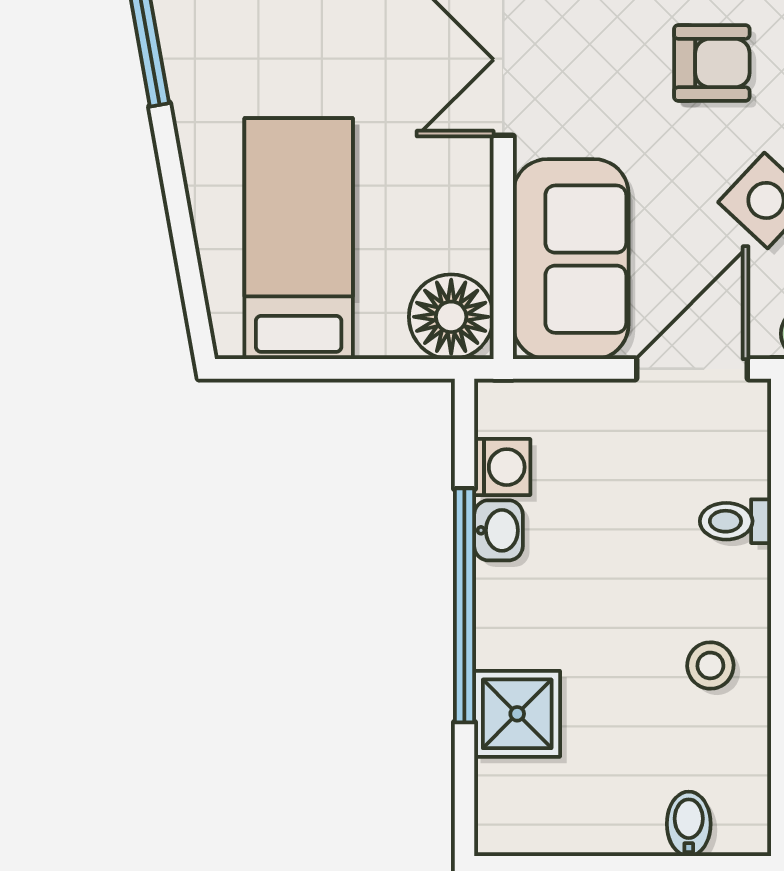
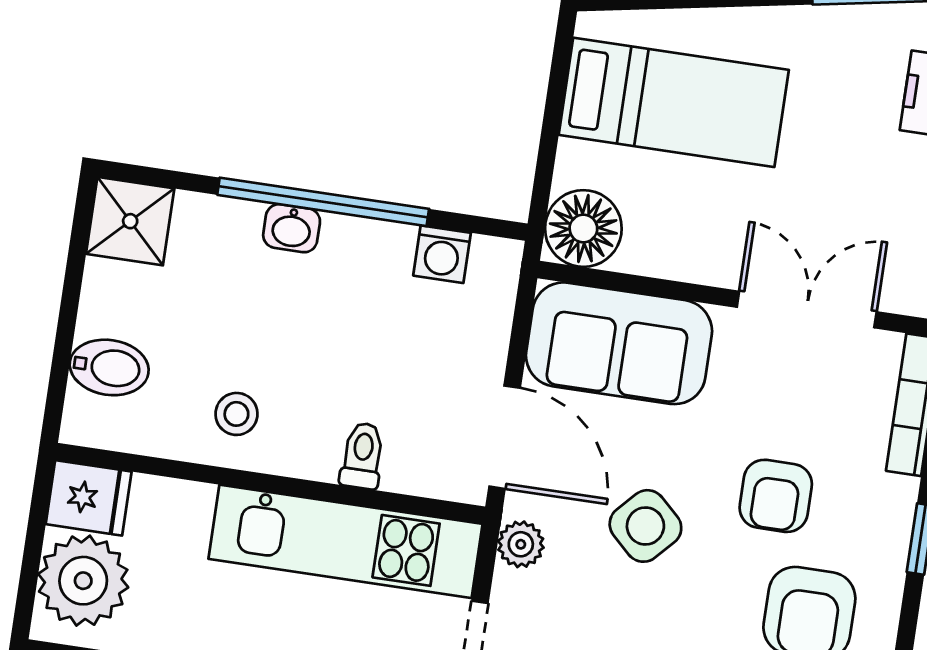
washbasin: (498, 530) -> (292, 228), moved
shower: (517, 714) -> (130, 221), moved
bidet: (689, 824) -> (109, 367), width x1.38, depth x1.36

